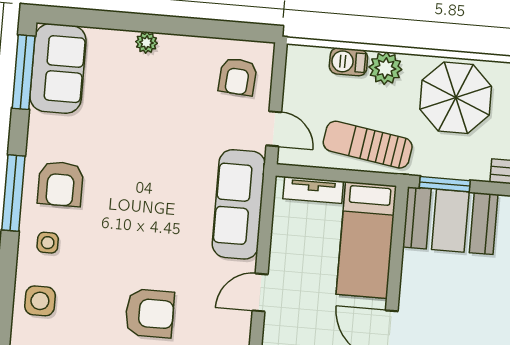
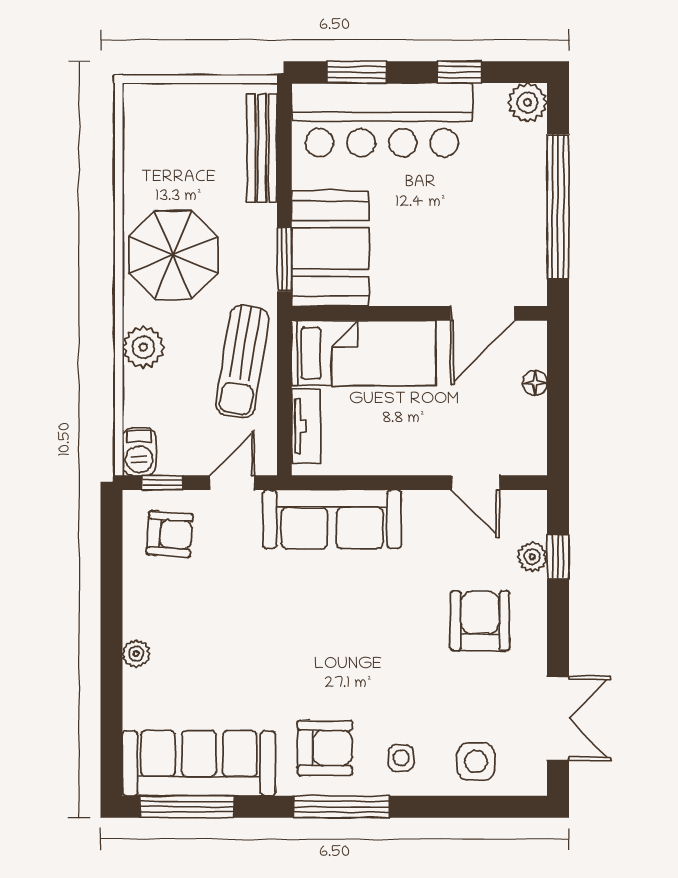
barbecue: (348, 62) -> (139, 452), moved
sofa: (58, 68) -> (199, 763), width x1.36
window: (278, 74) -> (162, 483), added
door: (260, 292) -> (476, 483), moved

